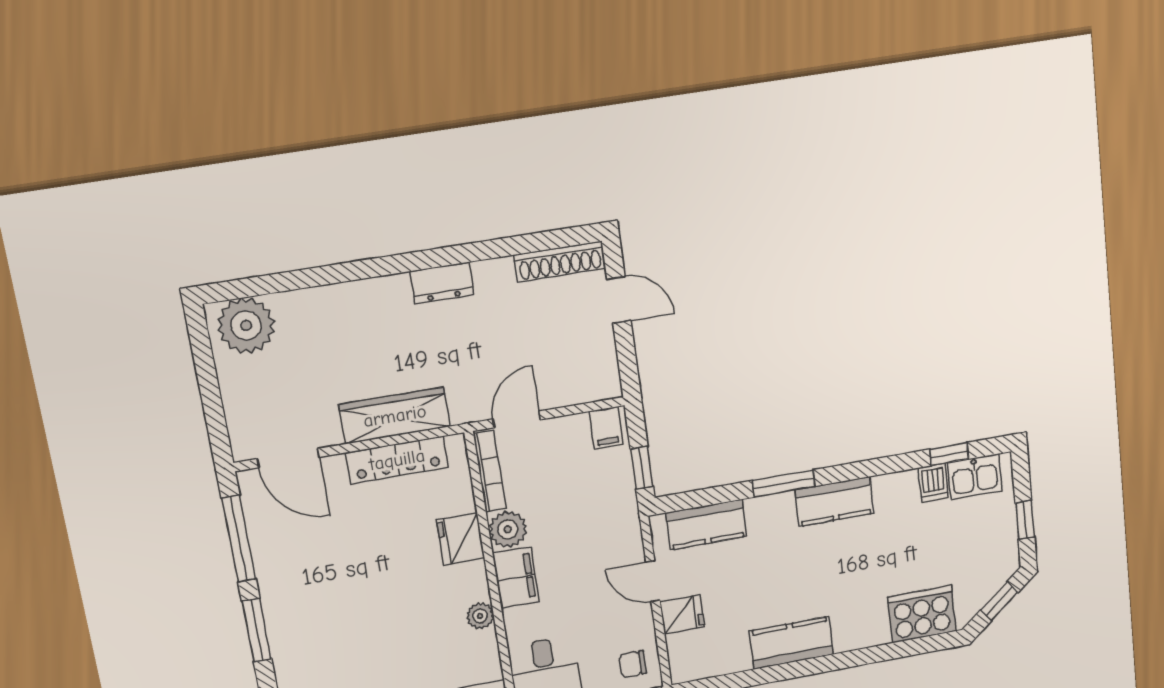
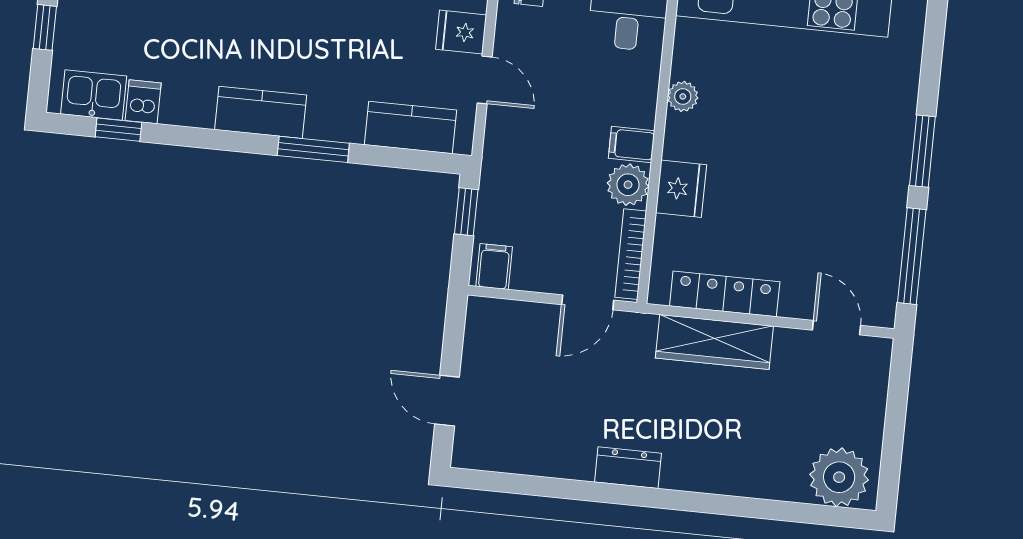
shoe rack: (560, 262) -> (500, 457), removed
door: (288, 458) -> (837, 328), width x0.73
filing cabinet: (516, 578) -> (632, 144), width x0.50

